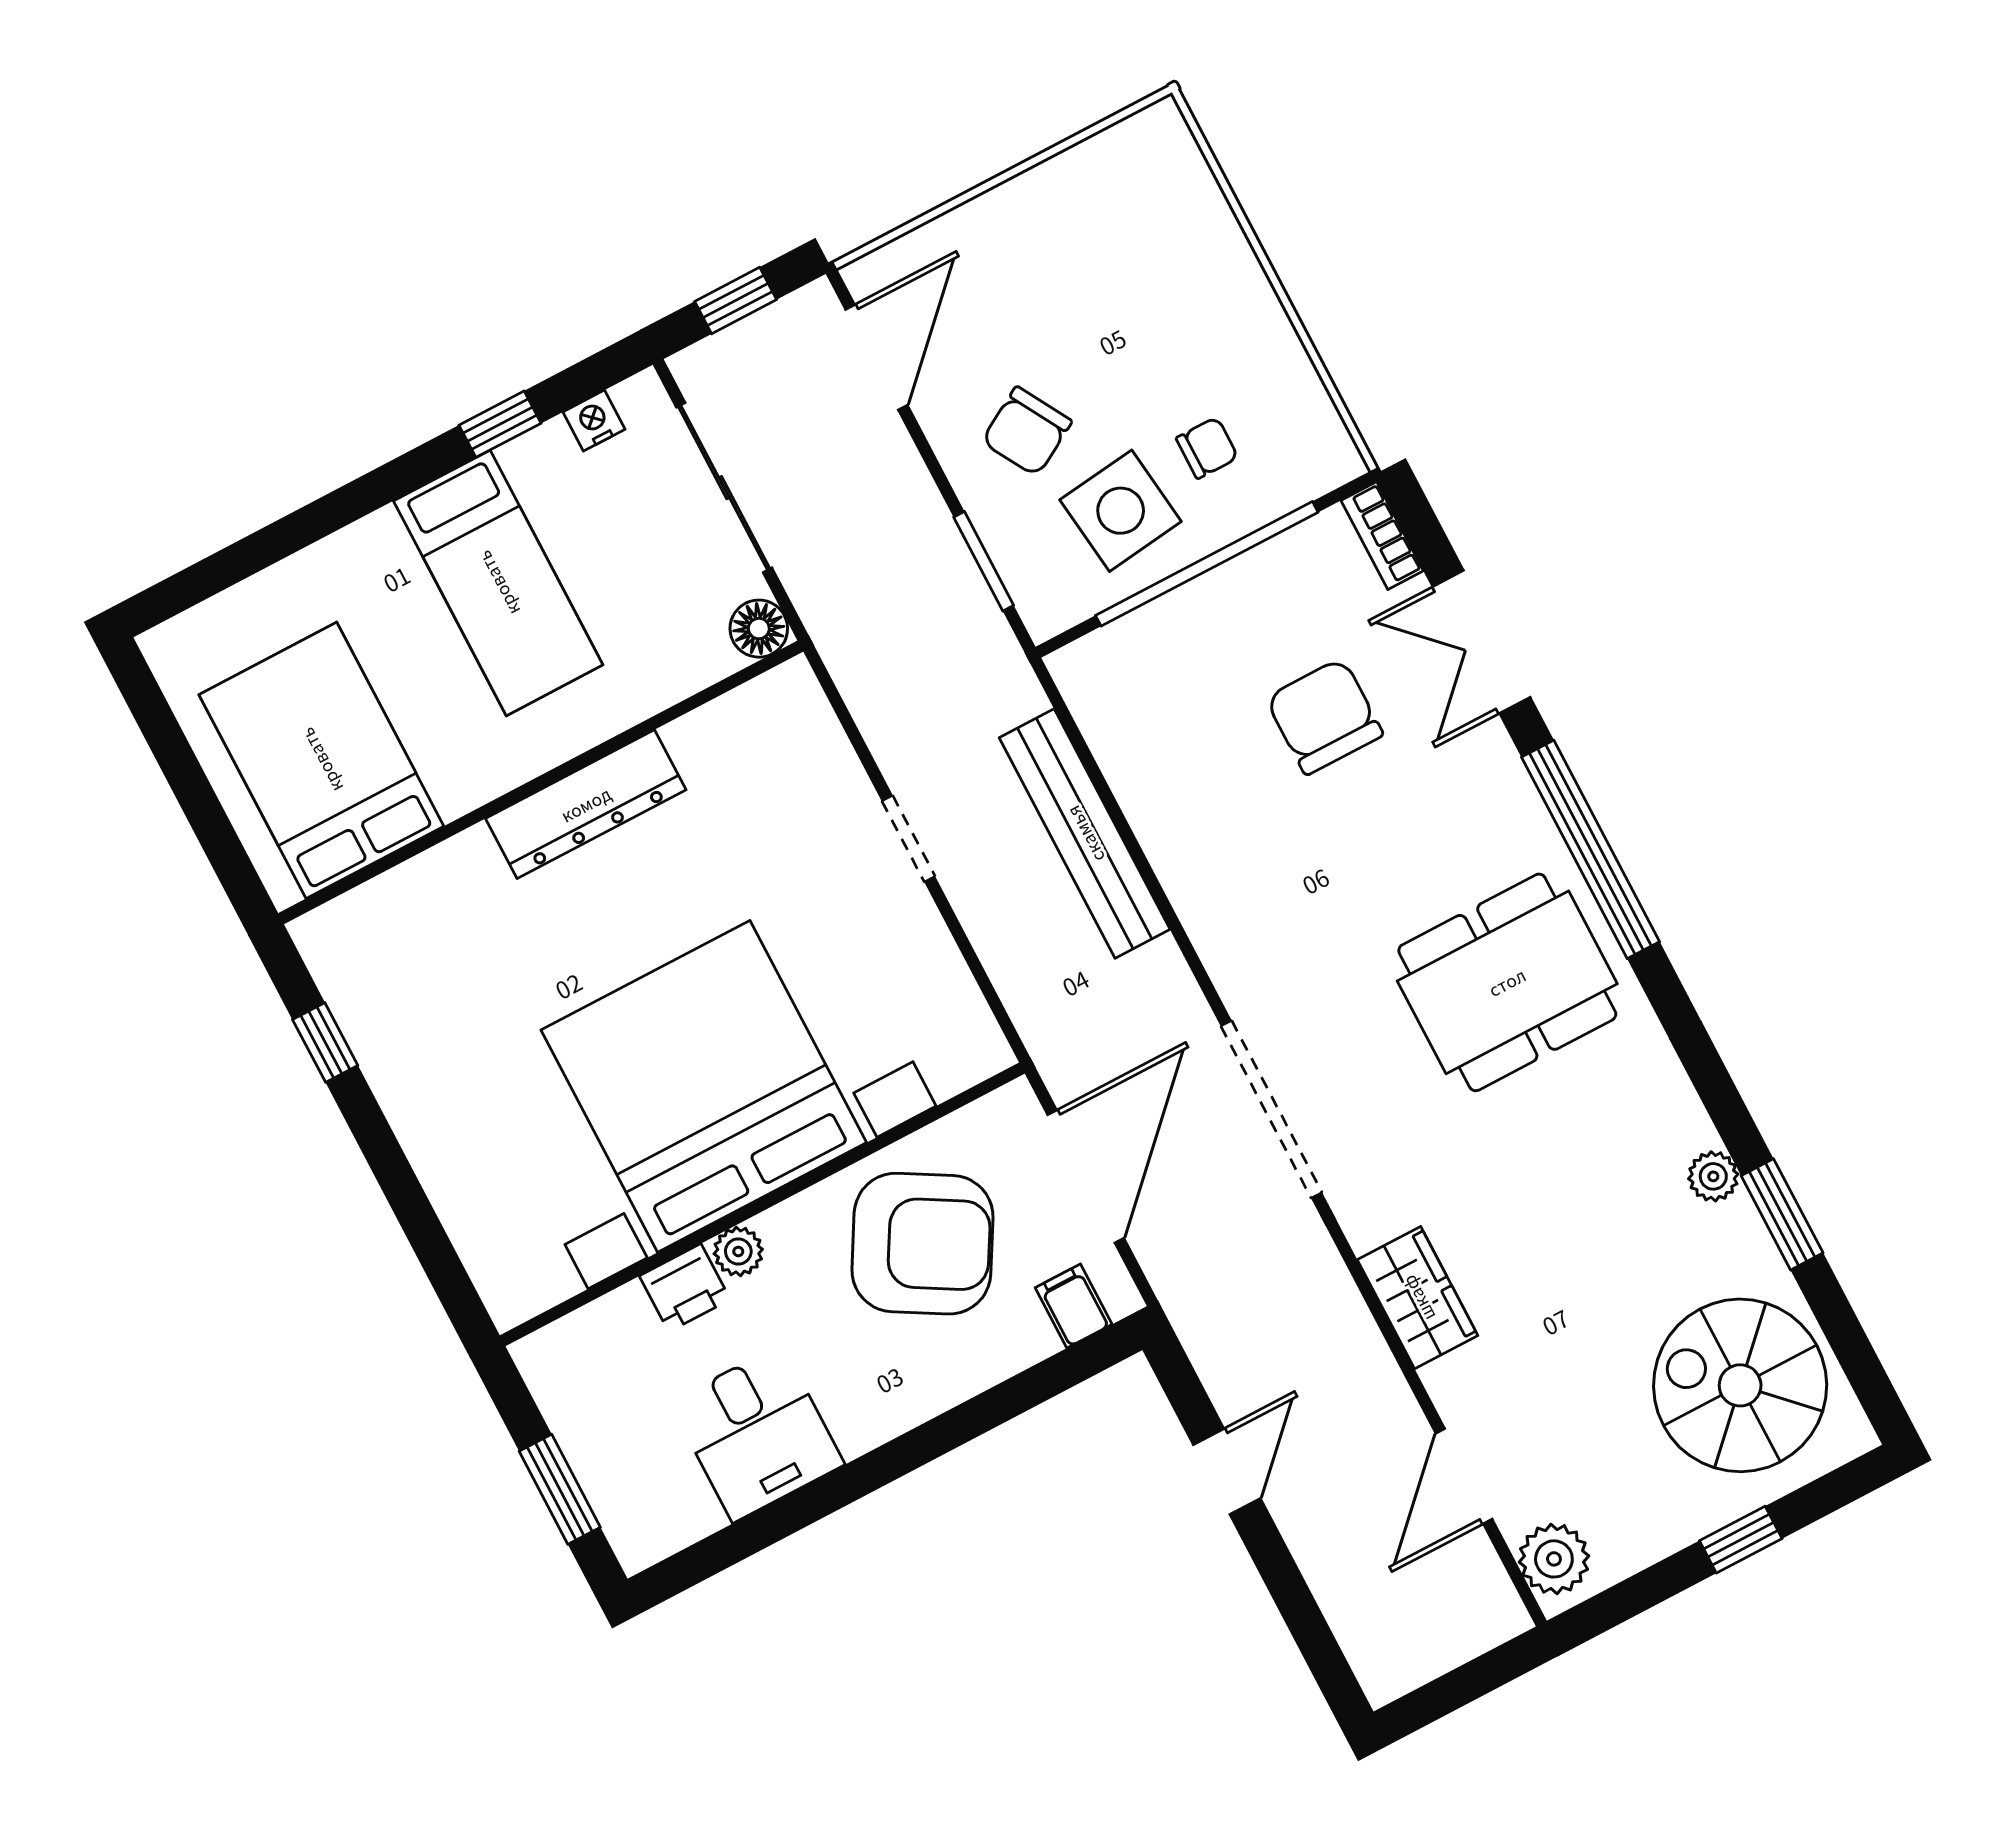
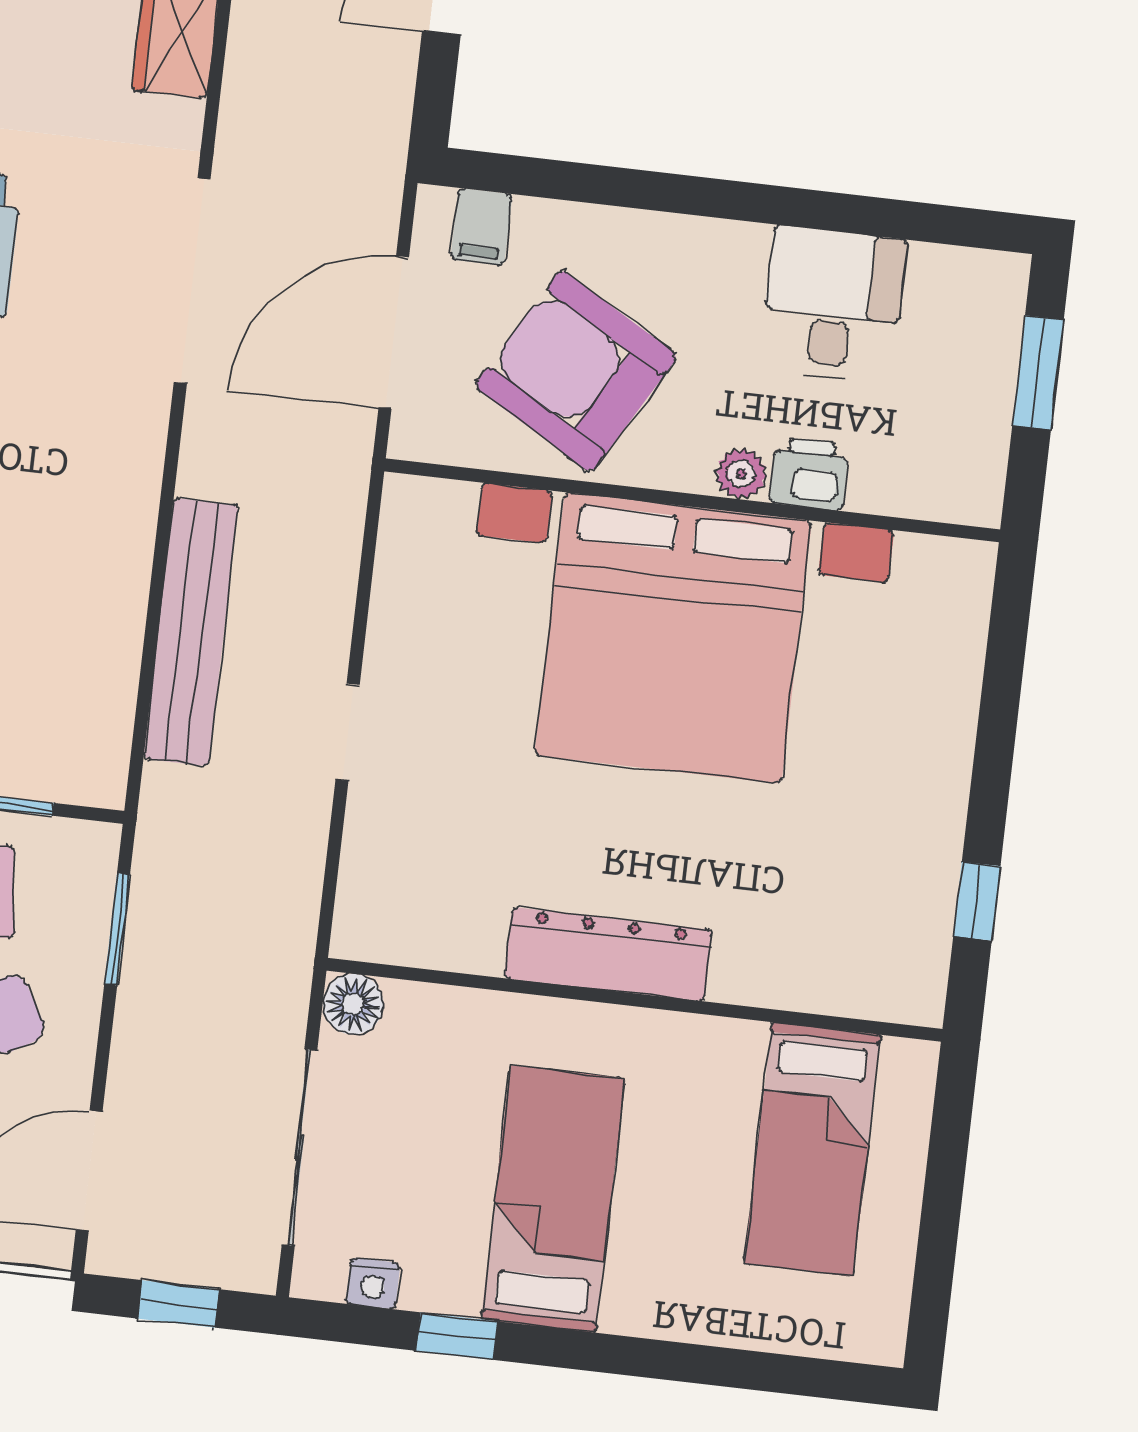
bed: (321, 760) -> (812, 1149), width x0.67

